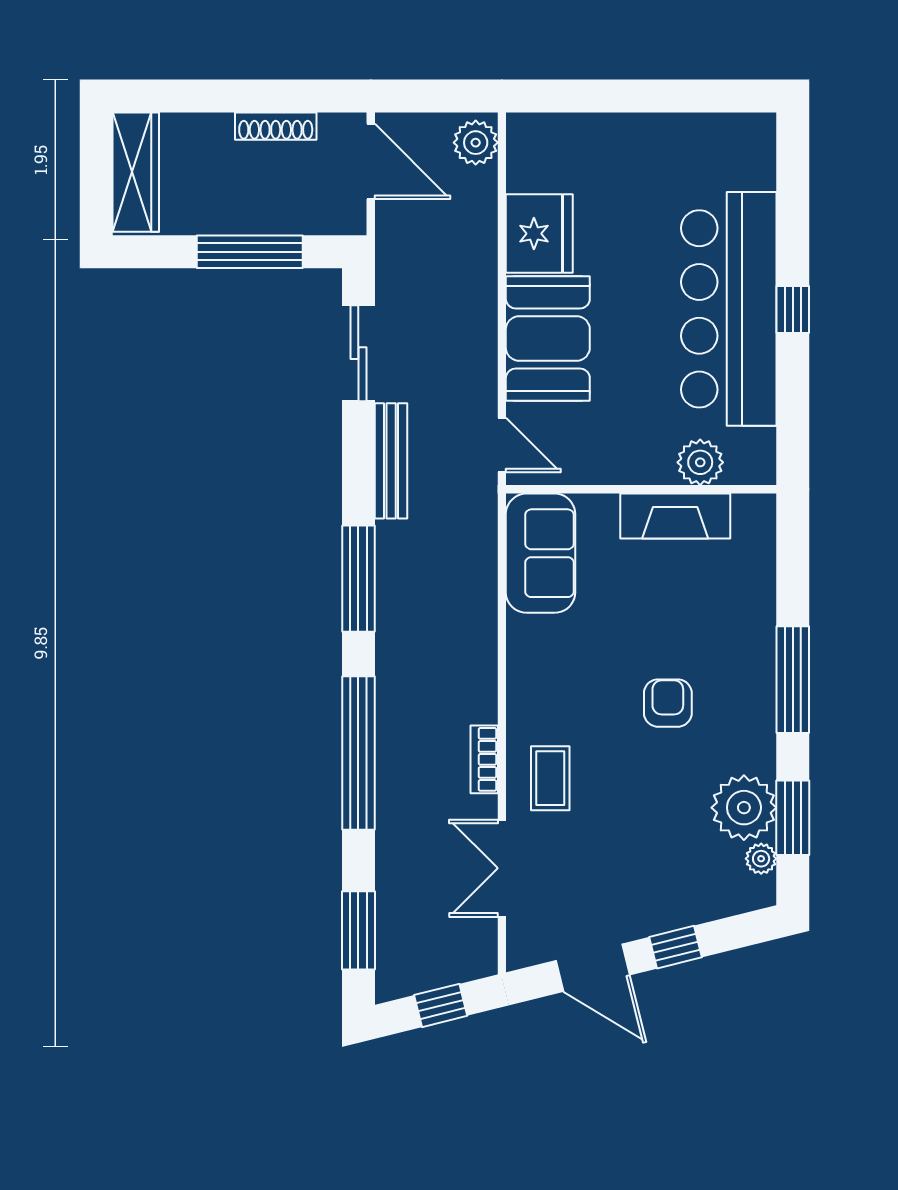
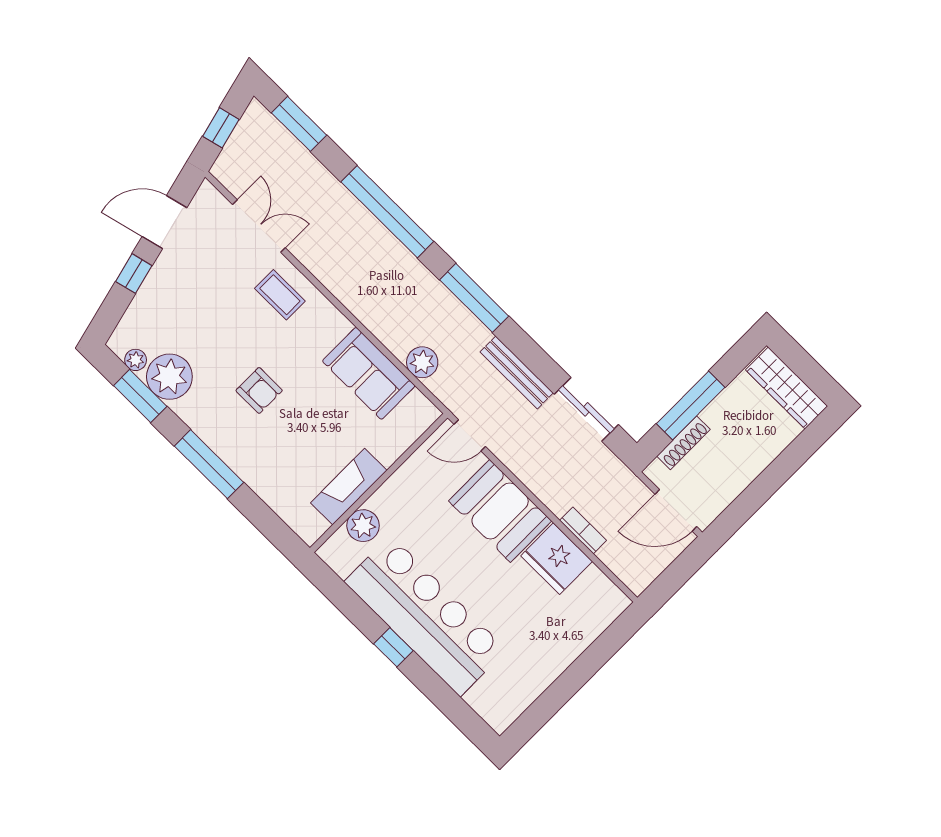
shoe rack: (276, 126) -> (683, 443), moved, turned 180
plant: (476, 143) -> (422, 362), moved
sofa: (541, 553) -> (369, 373), moved
bookcase: (484, 759) -> (583, 530), moved

